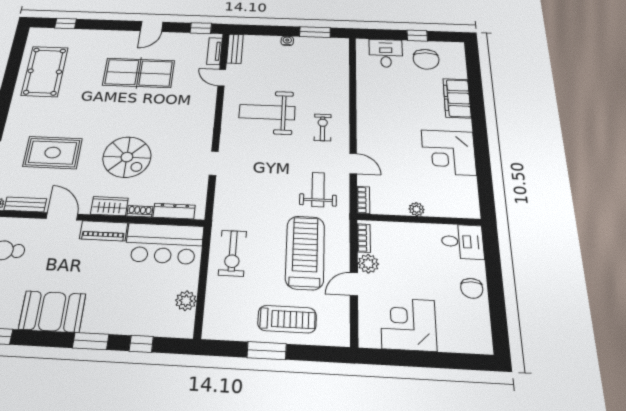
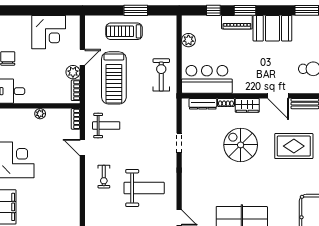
weight bench: (318, 190) -> (106, 126), turned -90
piano: (104, 231) -> (237, 22), moved, turned 180

